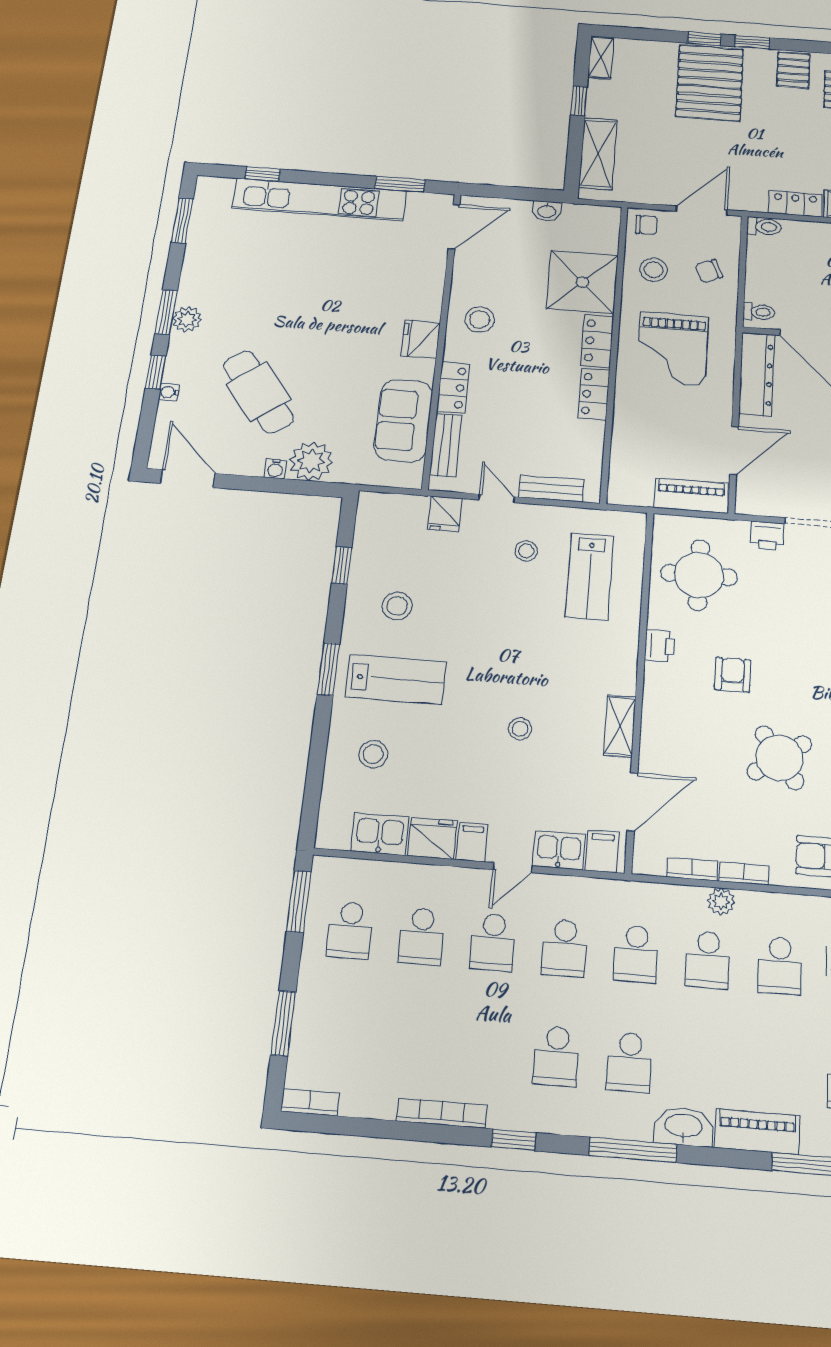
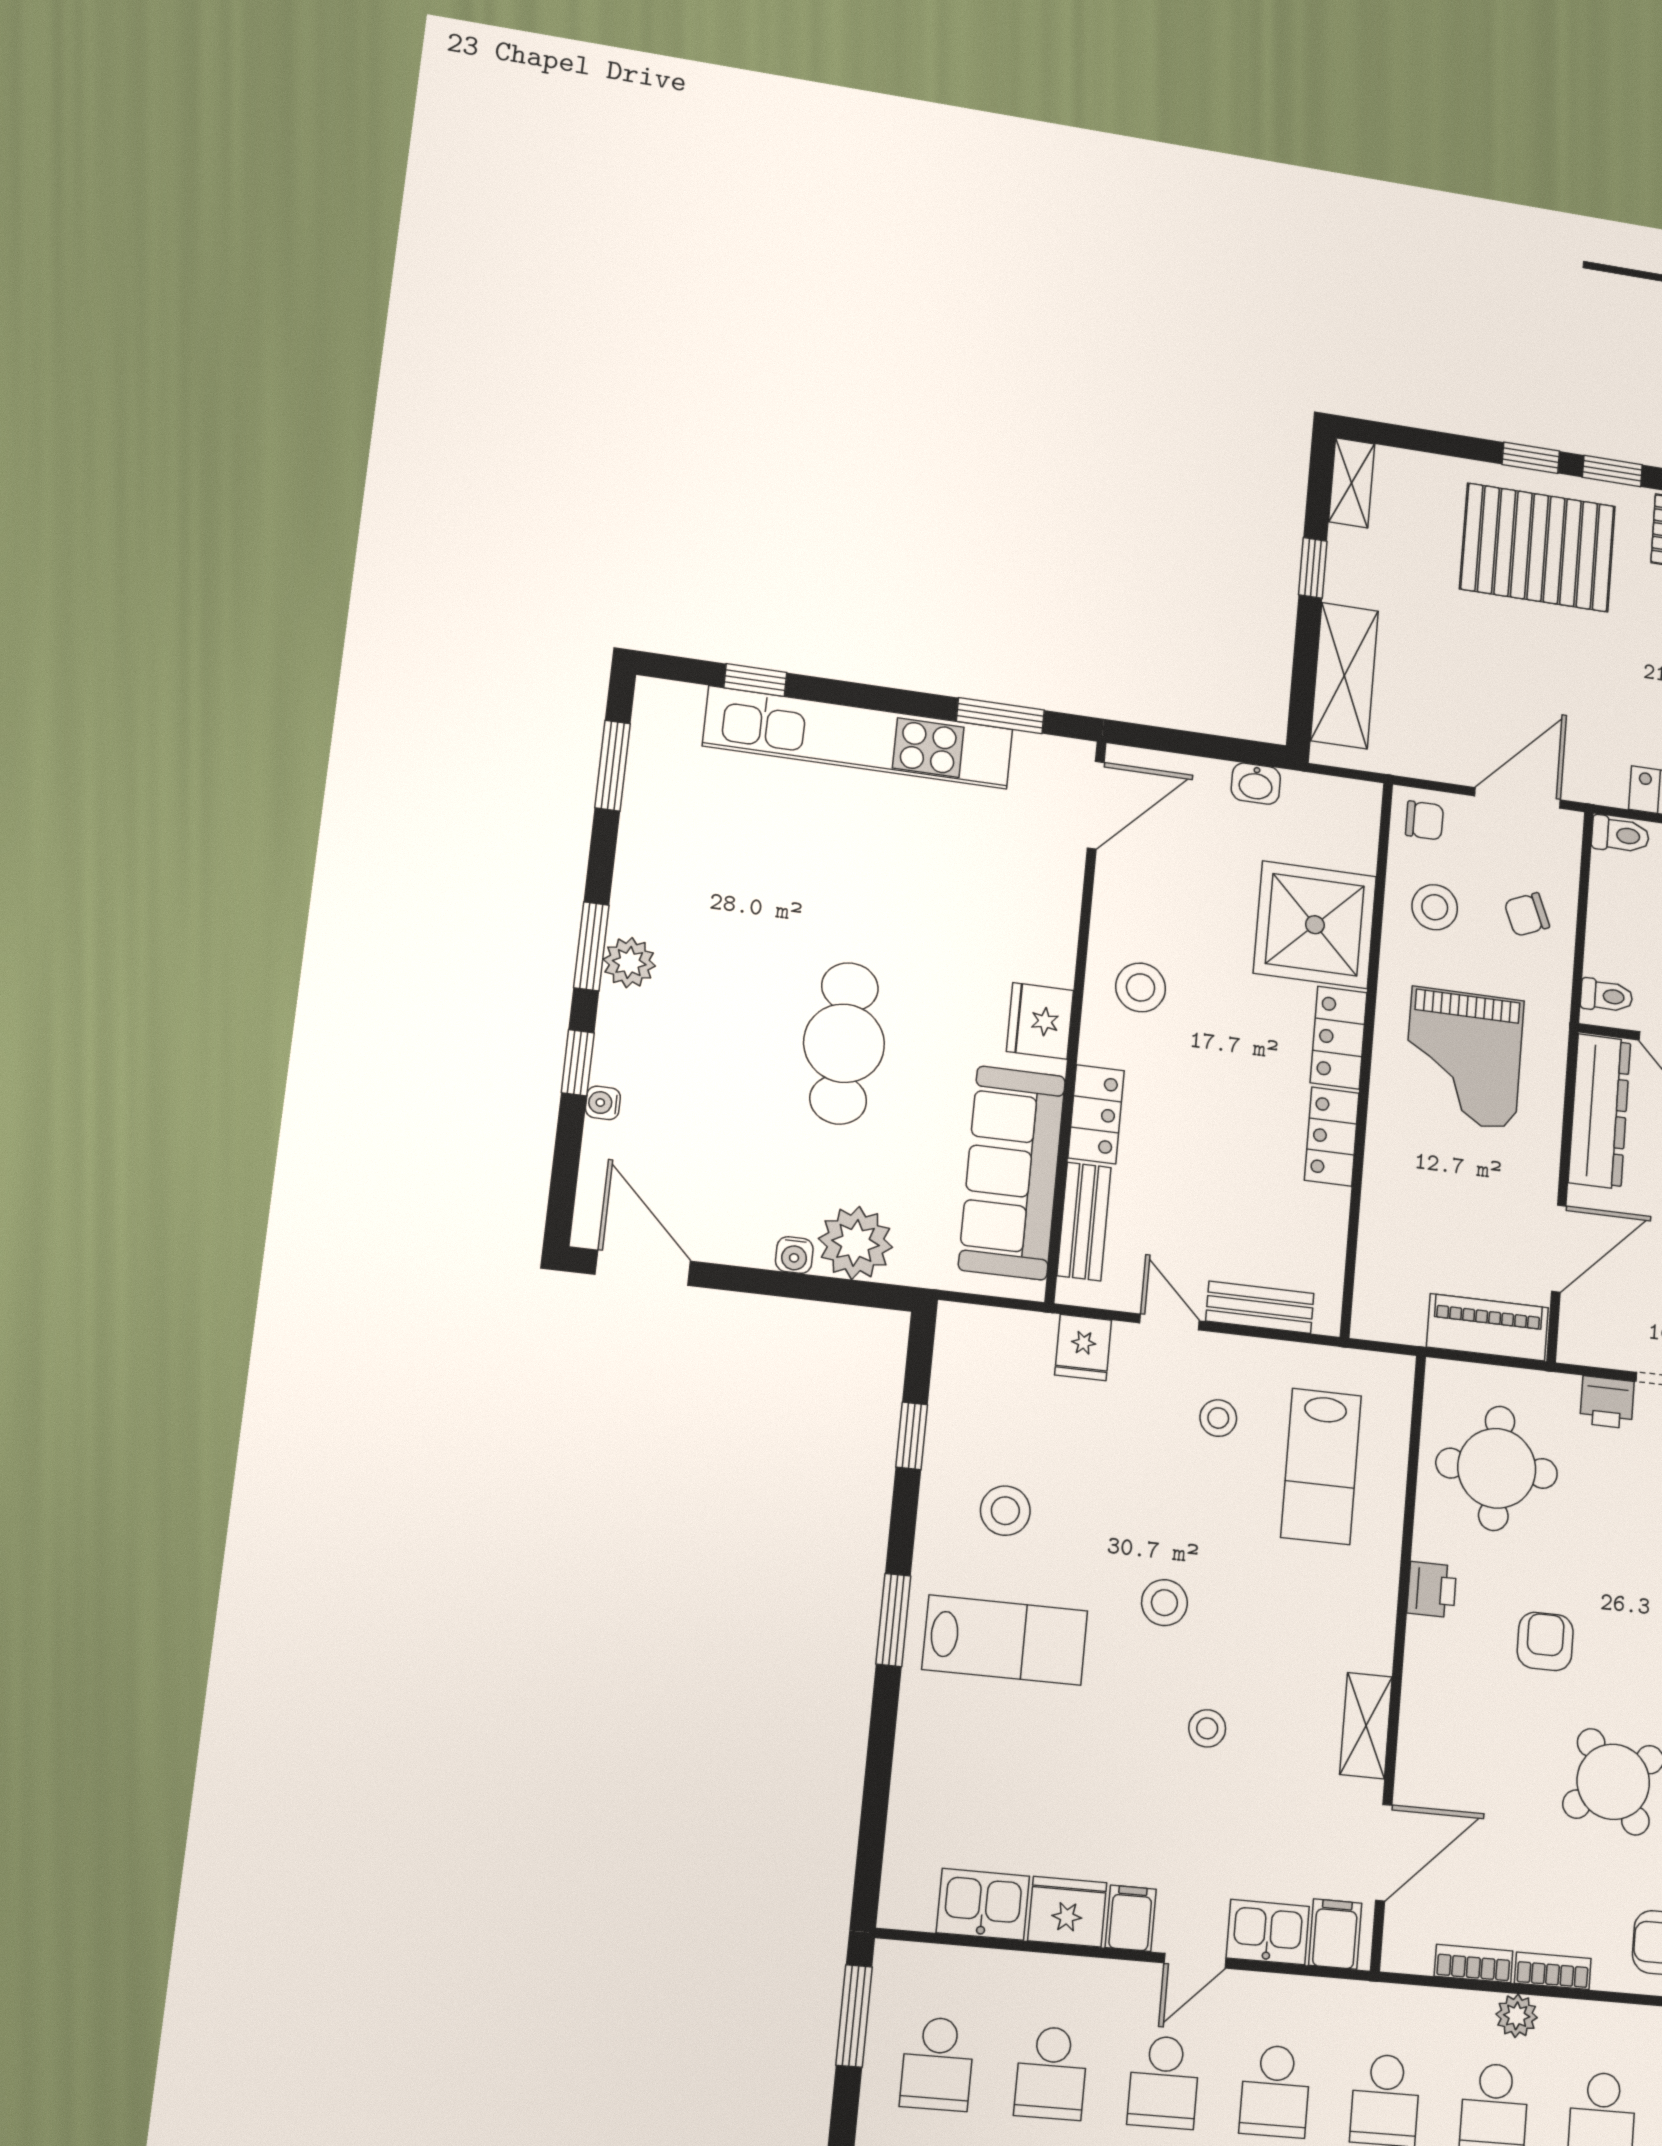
pallet: (710, 83) -> (1538, 547), turned 90
cafe table: (258, 392) -> (844, 1043), moved, turned 37
sofa: (403, 420) -> (1012, 1173), width x1.36
stool: (373, 754) -> (1164, 1603), moved

